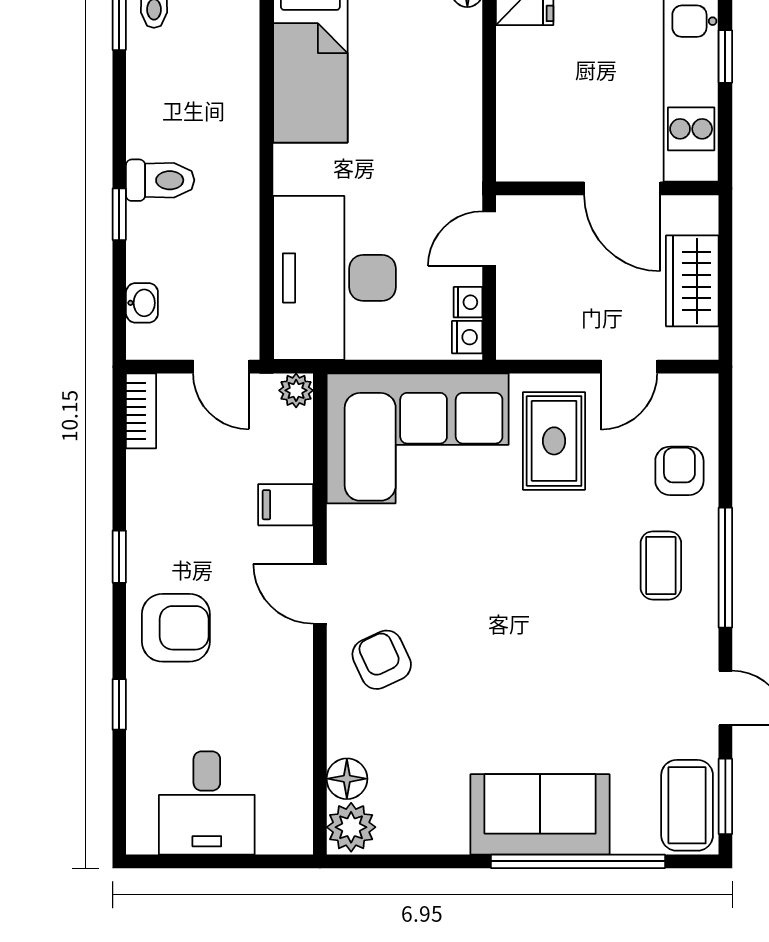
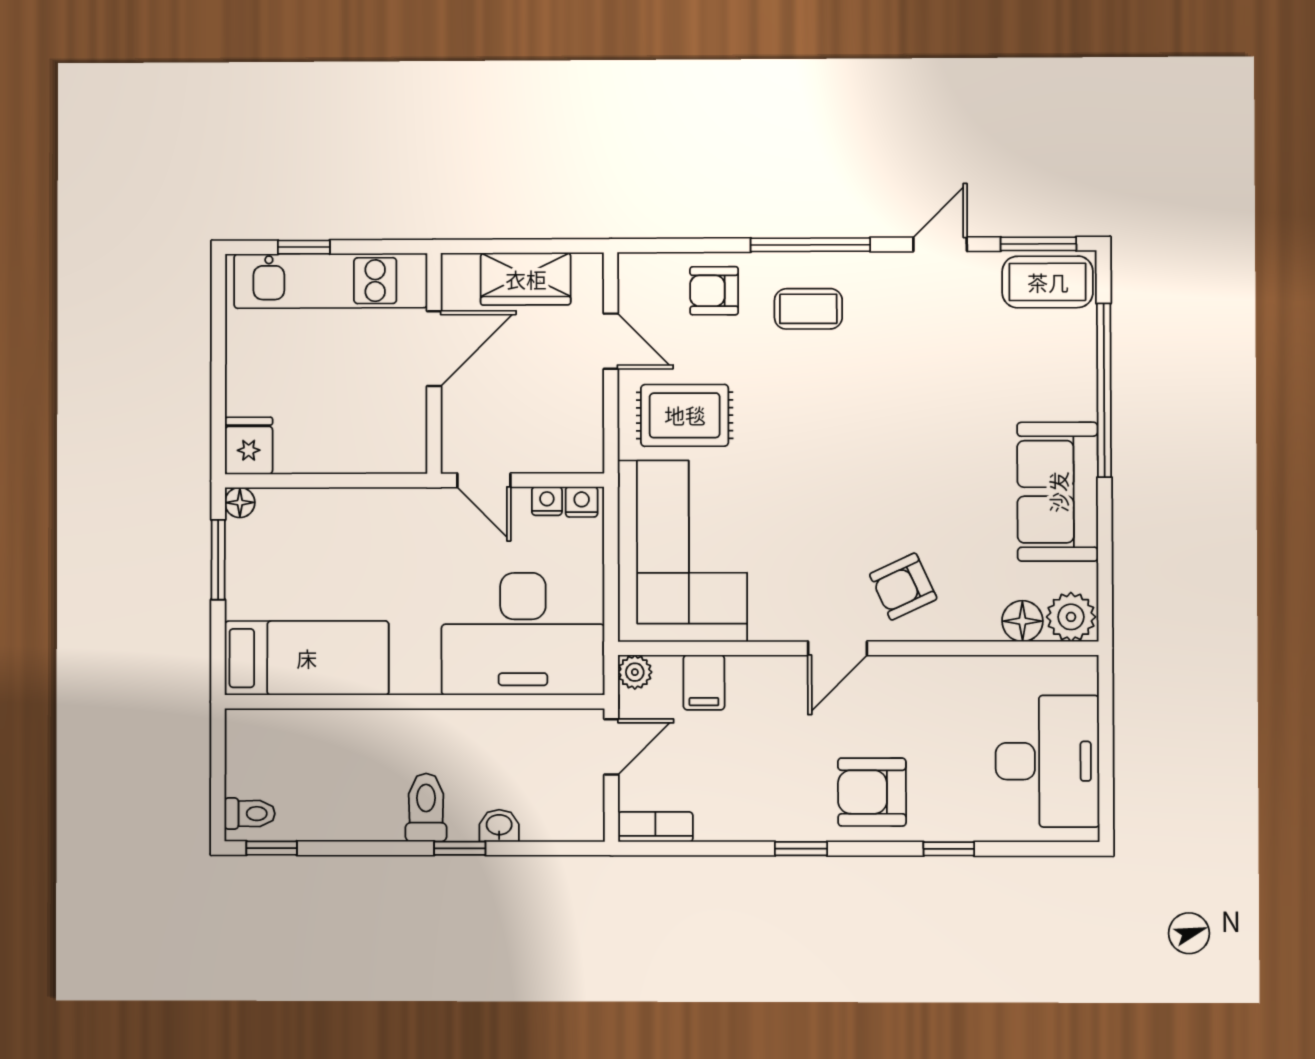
washbasin: (142, 303) -> (499, 826), moved
filing cabinet: (286, 505) -> (704, 682), moved
armchair: (176, 628) -> (872, 792), turned -90
desk: (207, 803) -> (1047, 761), width x1.37
sofa: (540, 814) -> (1058, 492), moved

